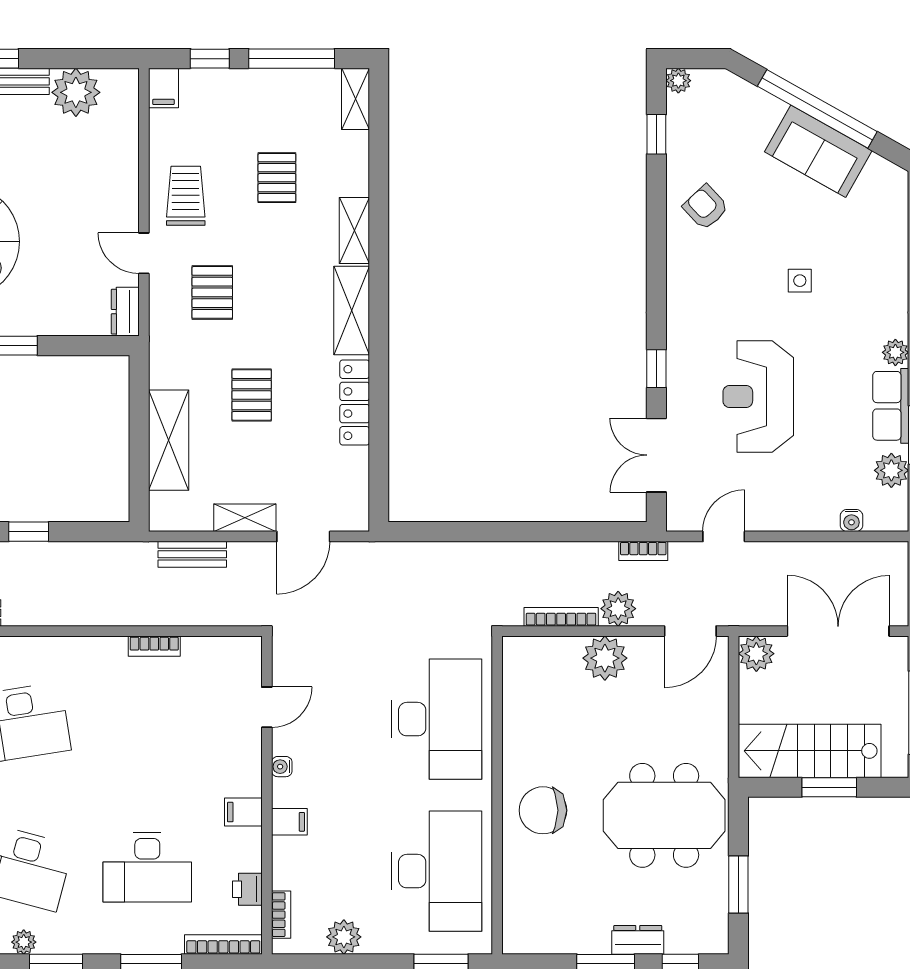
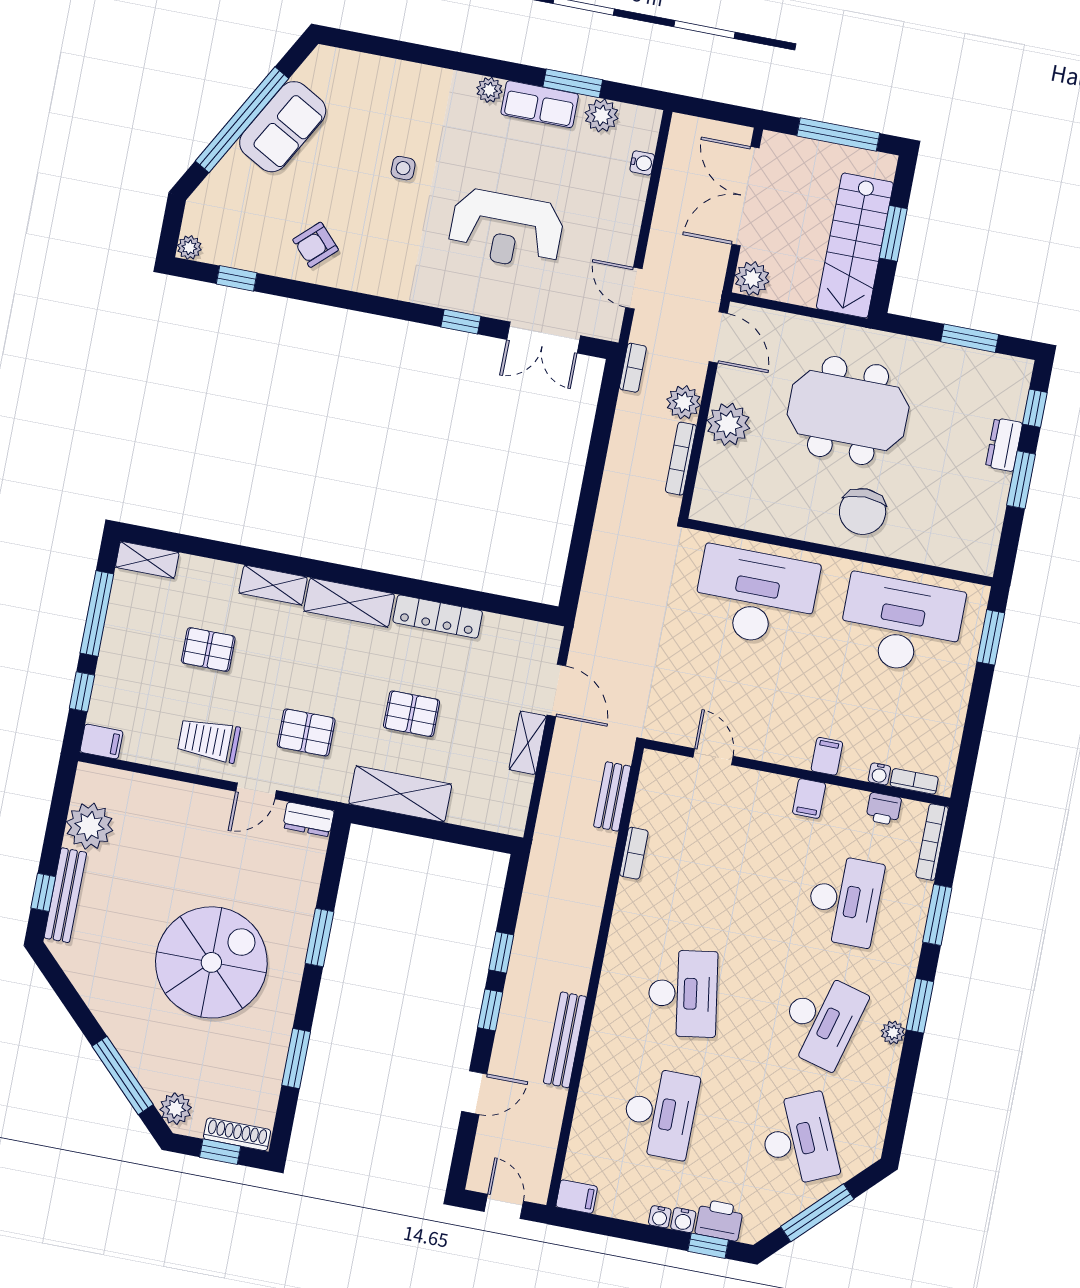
shelving: (169, 440) -> (400, 794), moved
bench: (192, 554) -> (612, 796), moved
water cooler: (282, 767) -> (879, 774), moved
meeting table: (664, 815) -> (848, 411), moved, turned 90
plant: (344, 937) -> (947, 725), removed

